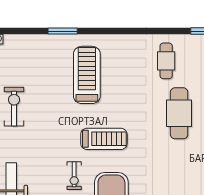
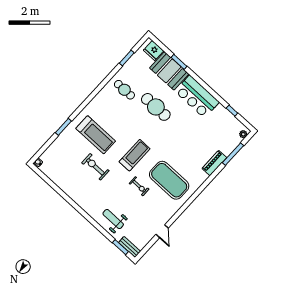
treadmill: (87, 75) -> (96, 135), turned 180
exercise bike: (14, 107) -> (95, 167), moved

